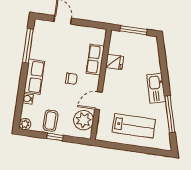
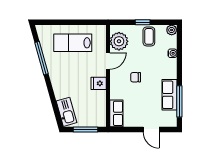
row of seats: (95, 60) -> (116, 113), moved
fridge: (114, 62) -> (99, 83), moved
row of seats: (34, 77) -> (169, 95), moved
kitchen sink: (156, 88) -> (66, 112), moved

